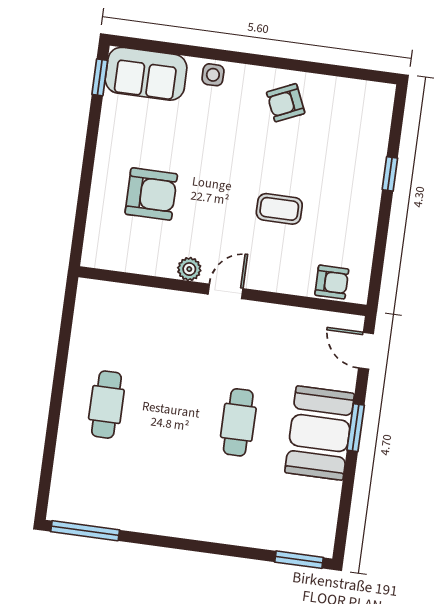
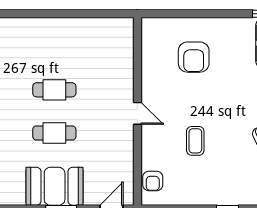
plant: (189, 269) -> (149, 88), removed
cafe table: (106, 405) -> (54, 90), moved

